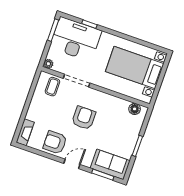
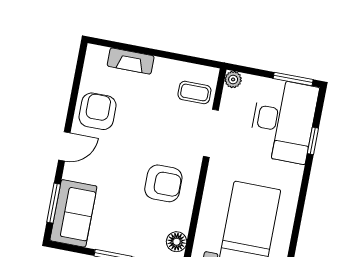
armchair: (84, 118) -> (163, 183), moved
fireplace: (25, 132) -> (131, 61), moved
door: (72, 164) -> (64, 146), hinge flipped

